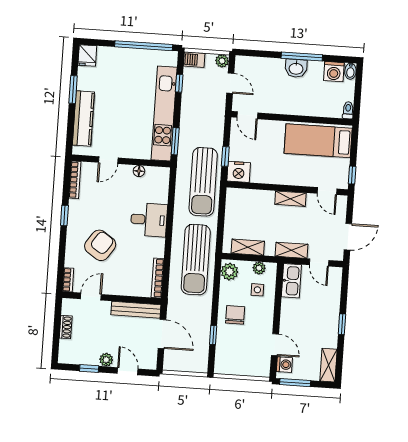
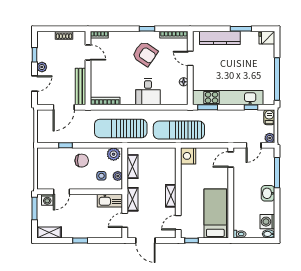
window: (302, 56) -> (277, 173), moved
window: (225, 156) -> (199, 145), removed
armchair: (100, 245) -> (145, 54), moved

